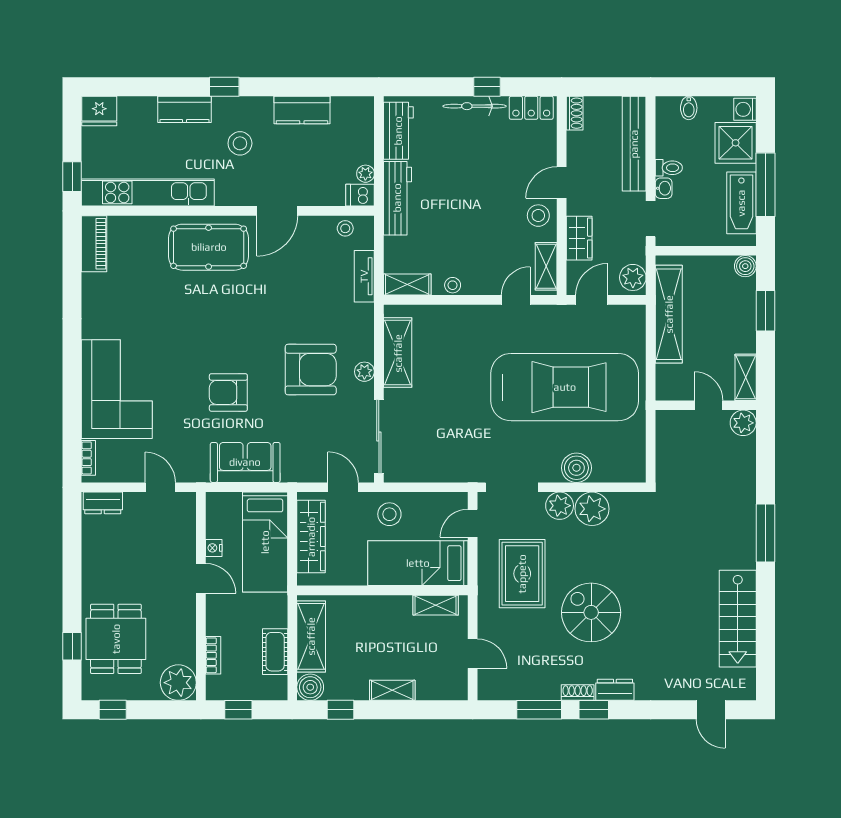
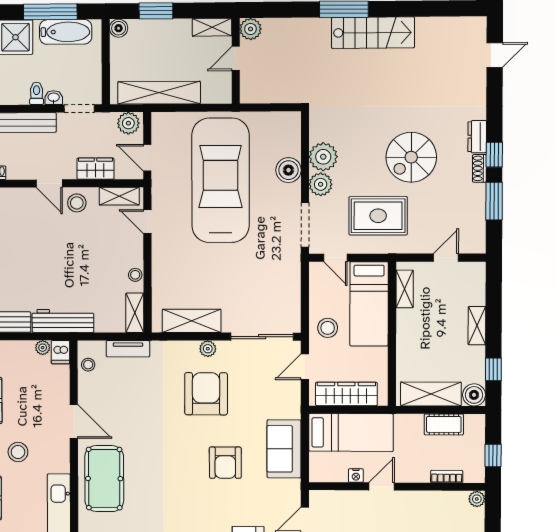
stairs: (738, 619) -> (373, 33), moved
plant: (178, 683) -> (477, 499), width x0.53, depth x0.53

